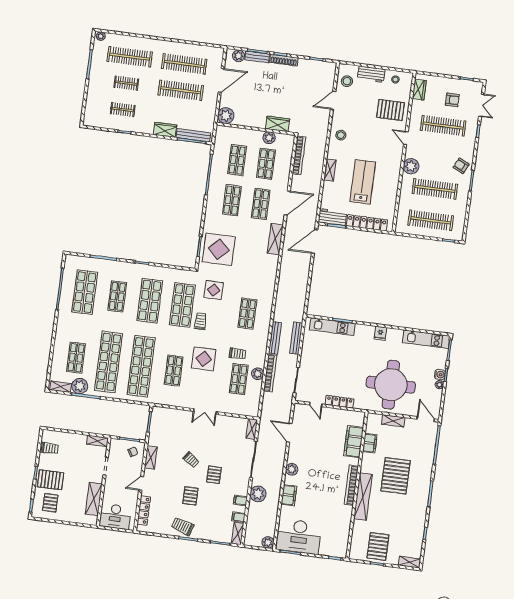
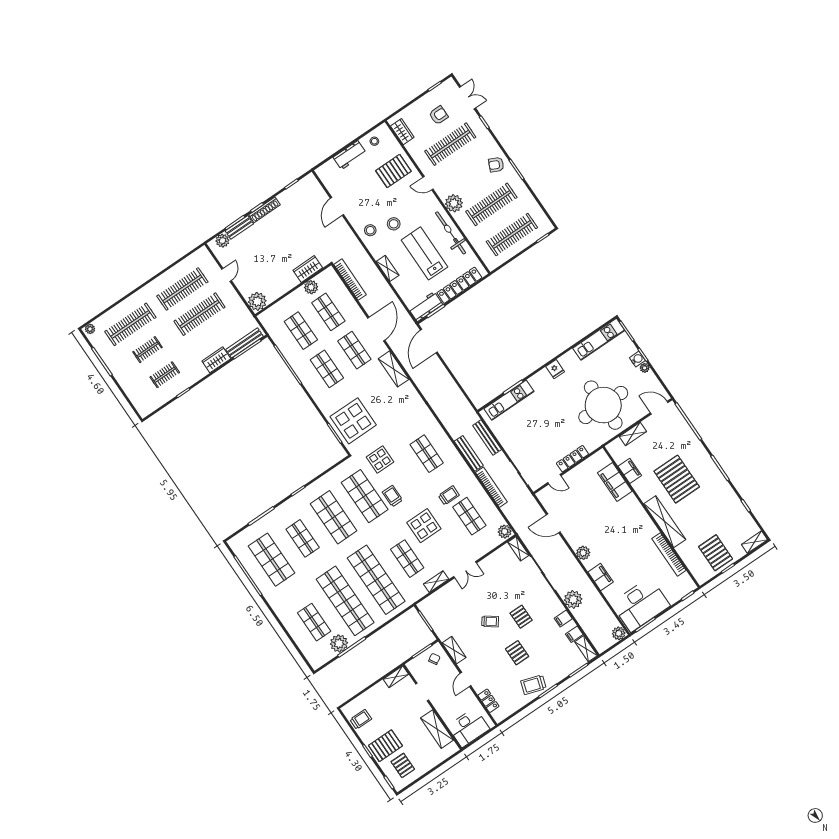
door: (221, 80) -> (227, 275), width x0.53
stool: (347, 81) -> (394, 224), moved
bicycle: (392, 184) -> (451, 233), added
plant: (258, 374) -> (505, 532), moved
shelving: (61, 387) -> (436, 582), moved
bookcase: (351, 485) -> (669, 554), moved
locker: (144, 510) -> (488, 701), width x0.66

